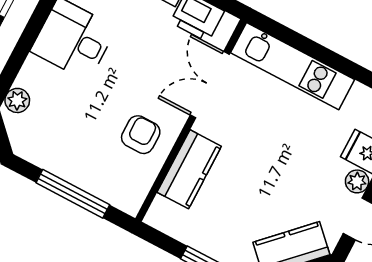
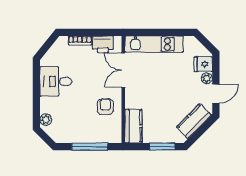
kitchen counter: (189, 169) -> (133, 126), moved

